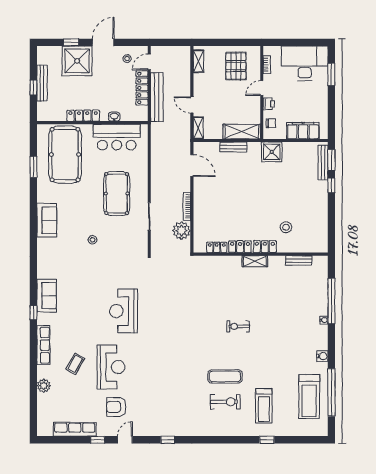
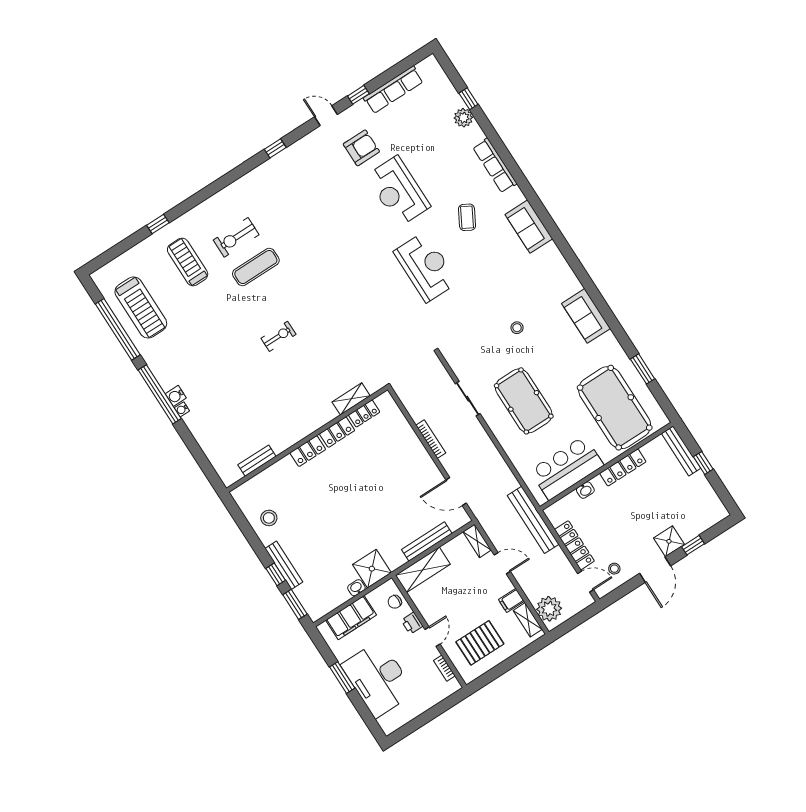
shower: (77, 61) -> (669, 541), width x0.54, depth x0.54
door: (149, 62) -> (586, 582), hinge flipped
desk: (305, 63) -> (378, 679), moved, turned 90
pallet: (236, 66) -> (480, 643), turned 90
window: (331, 74) -> (342, 678), moved
filing cabinet: (201, 79) -> (511, 600), added
bench: (42, 83) -> (681, 451), moved
bench: (157, 97) -> (533, 520), moved
washbasin: (288, 146) -> (356, 588), added
bench: (233, 147) -> (427, 542), width x1.36
bench: (323, 163) -> (284, 565), moved
stool: (286, 227) -> (269, 518), moved
plant: (181, 231) -> (549, 609), moved
shelving: (255, 261) -> (351, 399), moved
window: (331, 301) -> (160, 394), moved
window: (33, 313) -> (468, 99), moved
water cooler: (322, 356) -> (176, 396), moved
coffee table: (75, 364) -> (467, 217), moved
treadmill: (309, 397) -> (141, 308), turned 180
door: (125, 440) -> (326, 116), swing flipped

